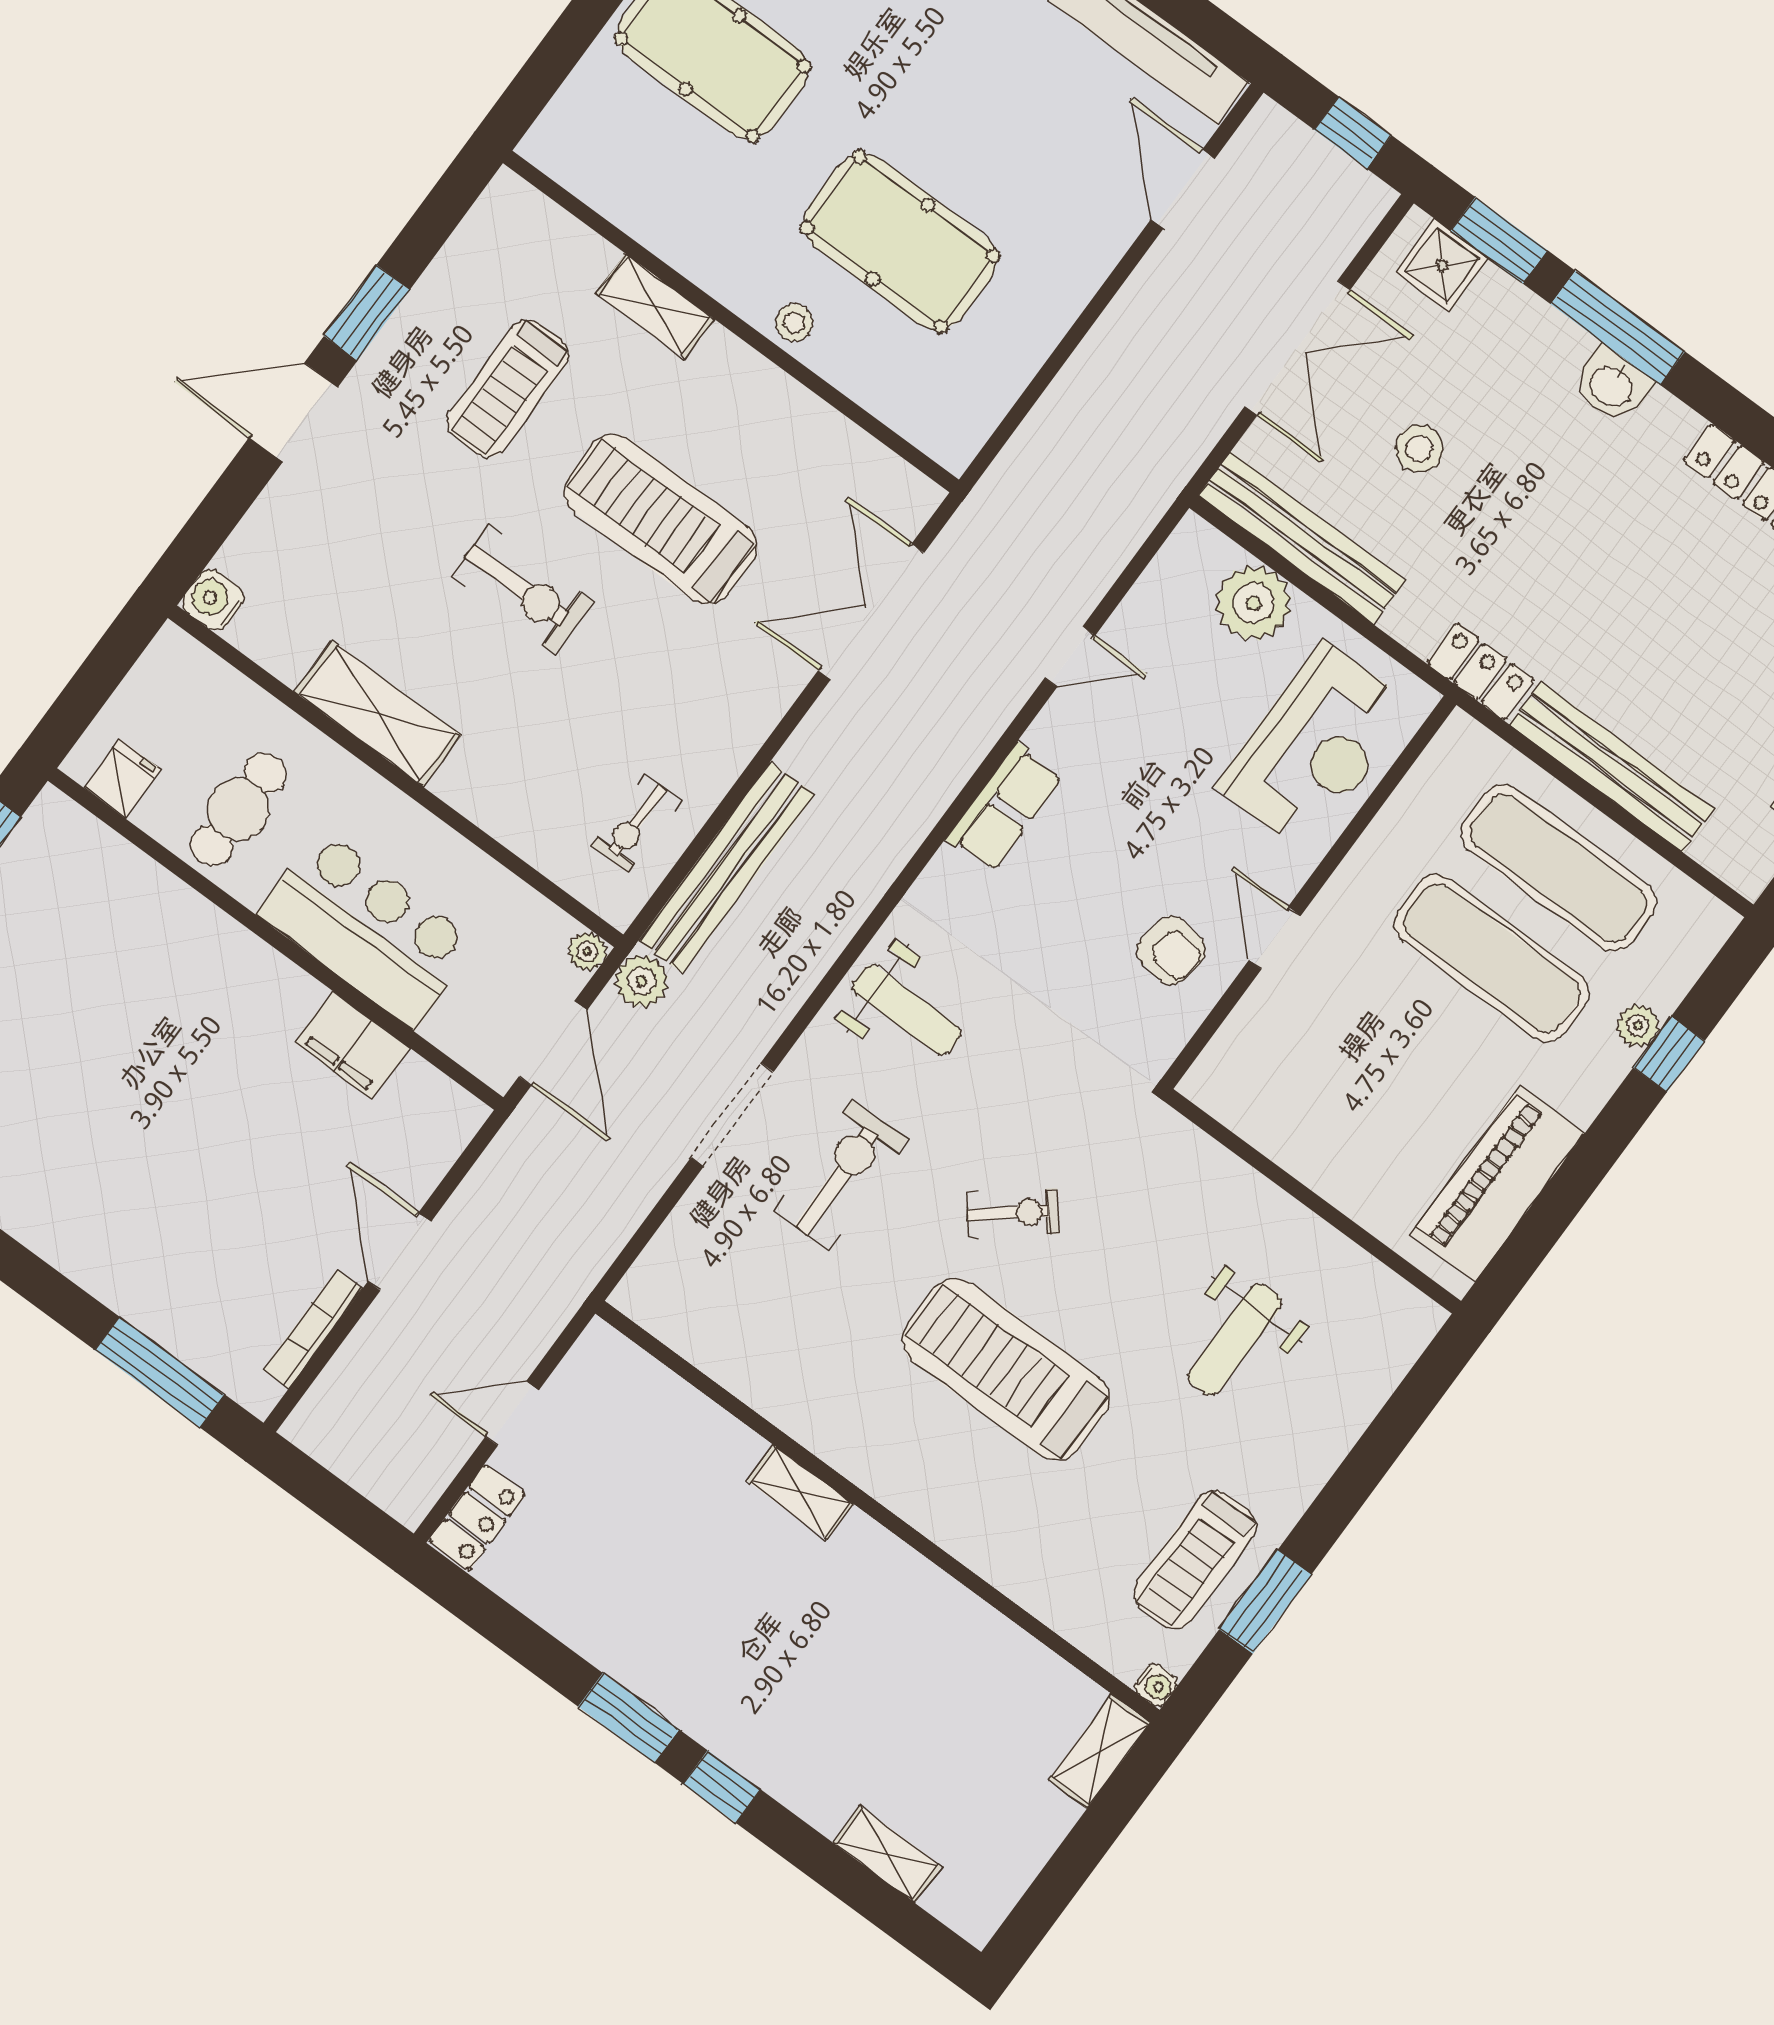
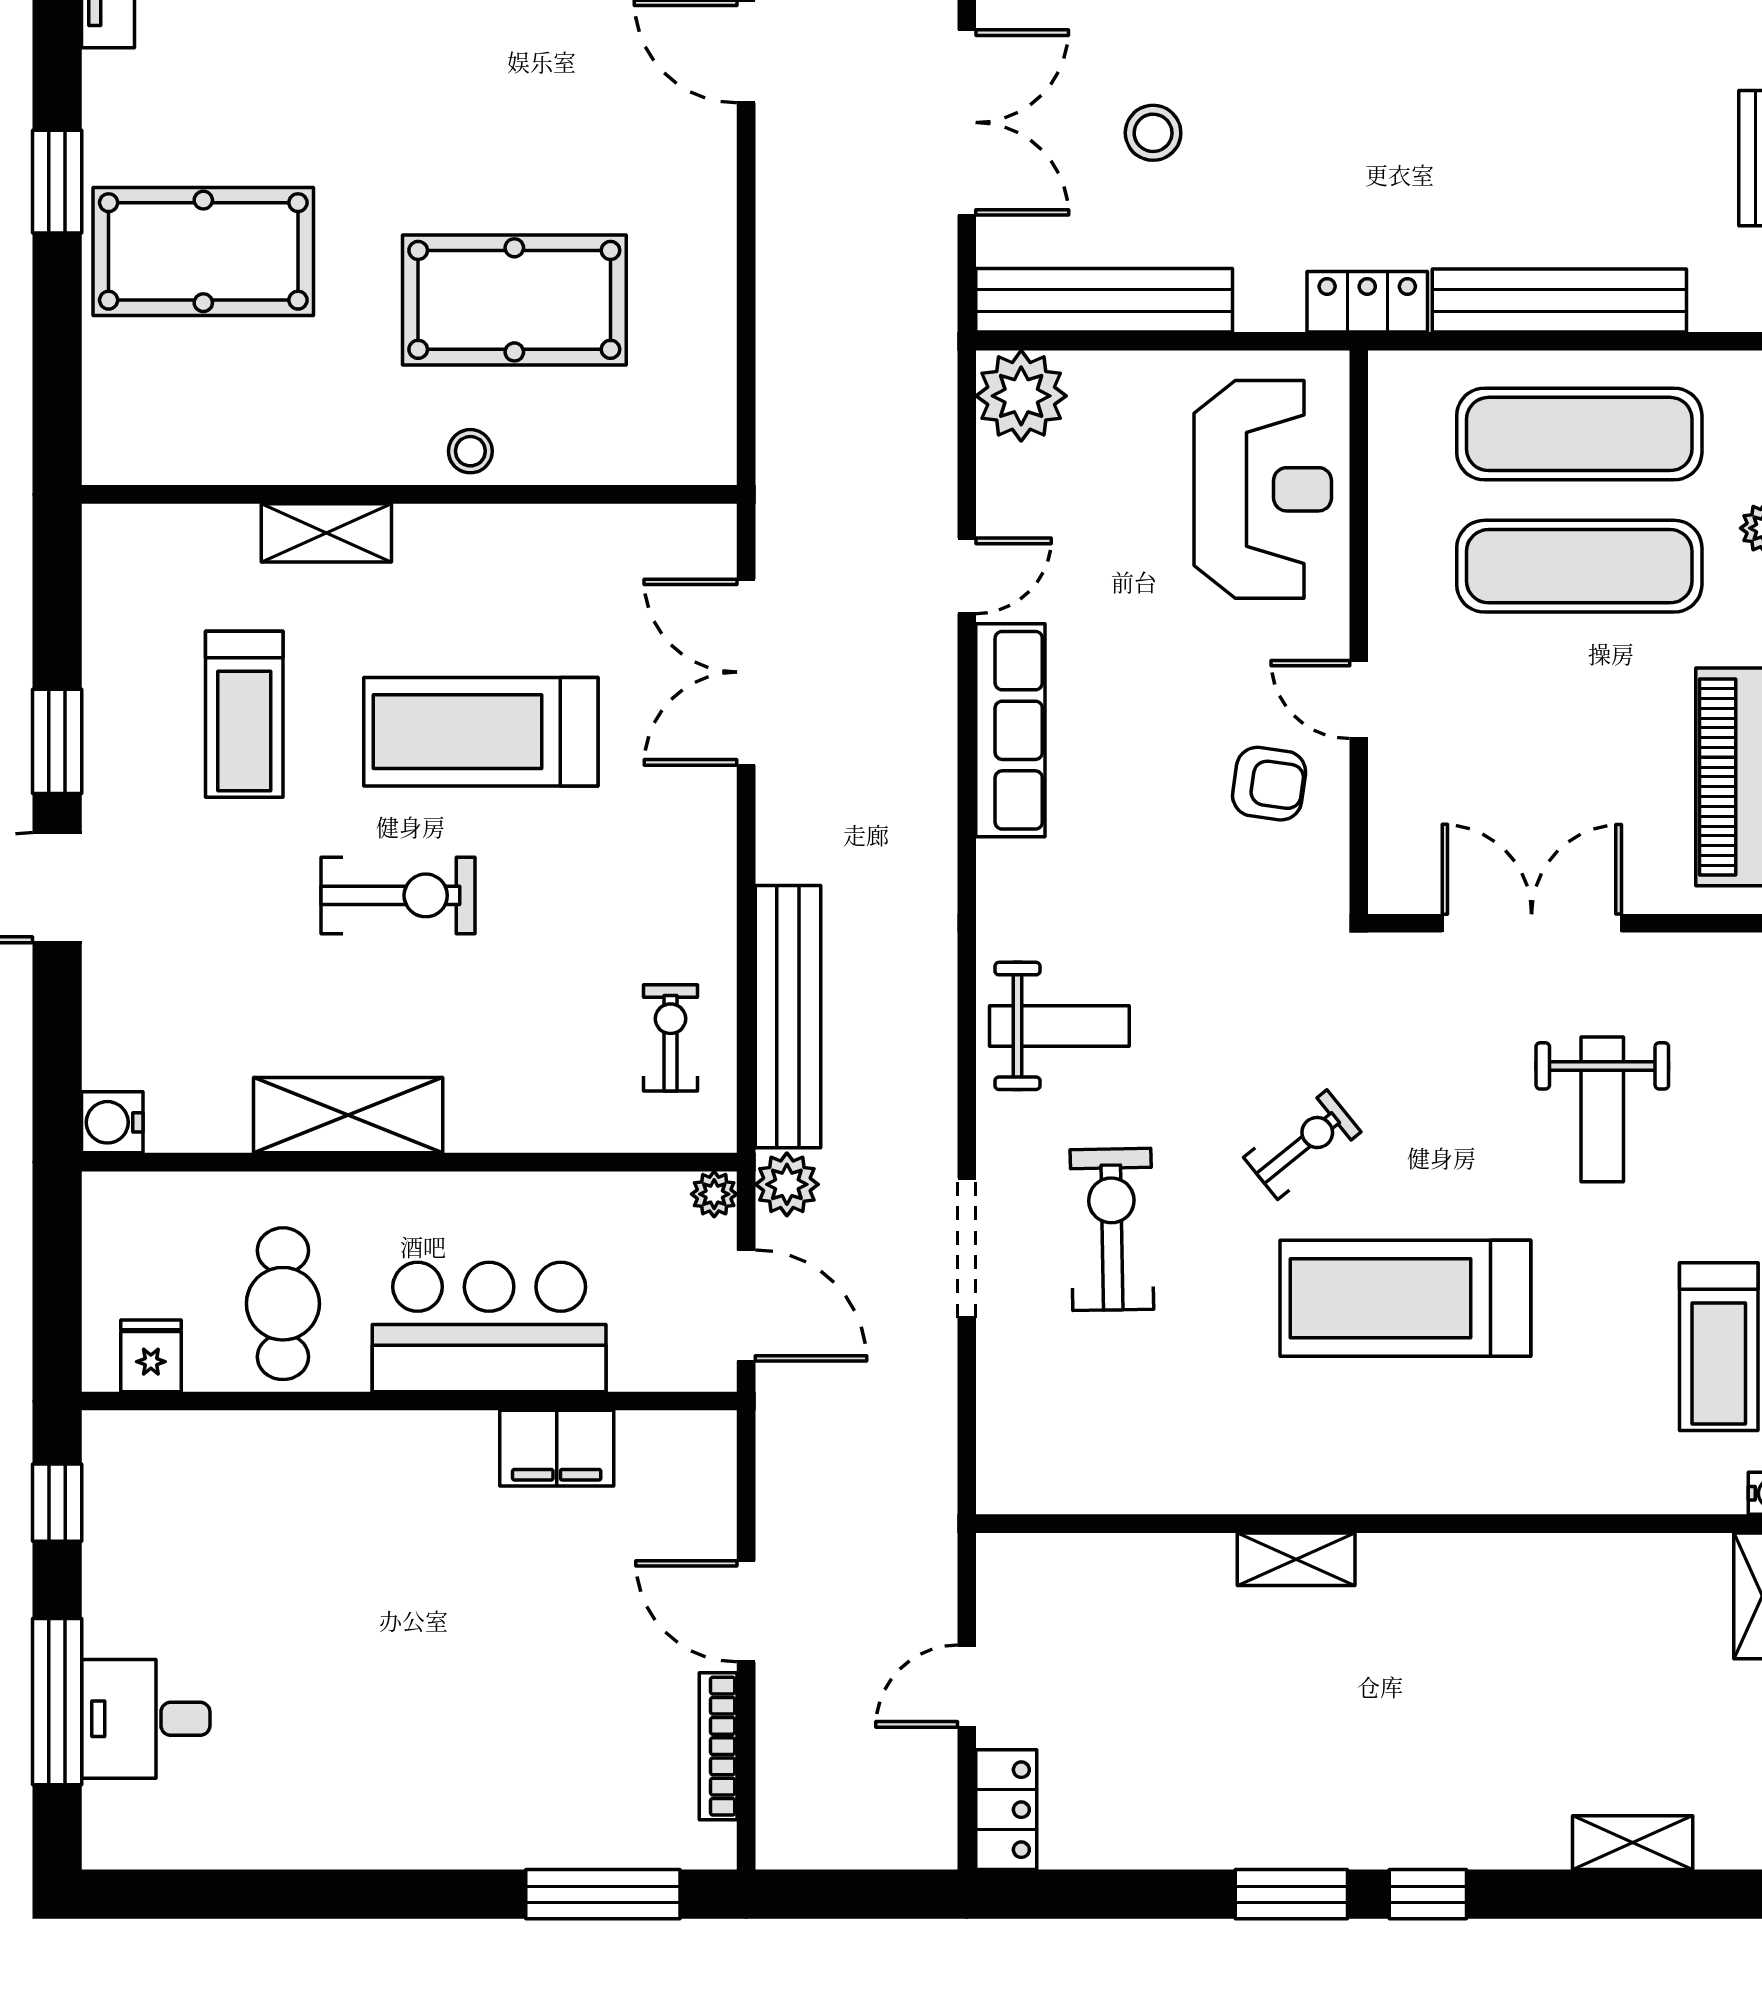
plant: (1253, 603) -> (1021, 396), moved
row of seats: (1005, 808) -> (1010, 730), width x1.48
exercise bike: (636, 823) -> (671, 1038), turned 180
double door: (1280, 1177) -> (1532, 923), added

